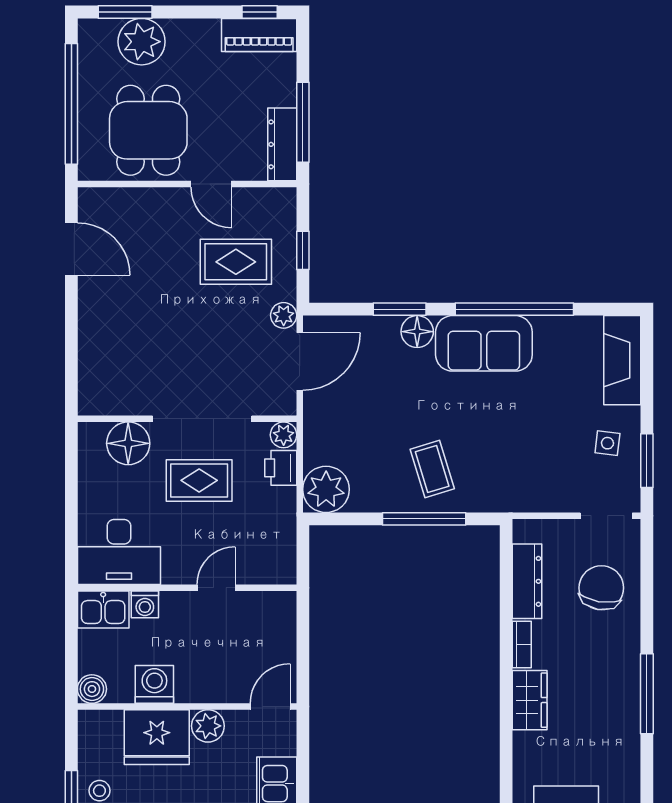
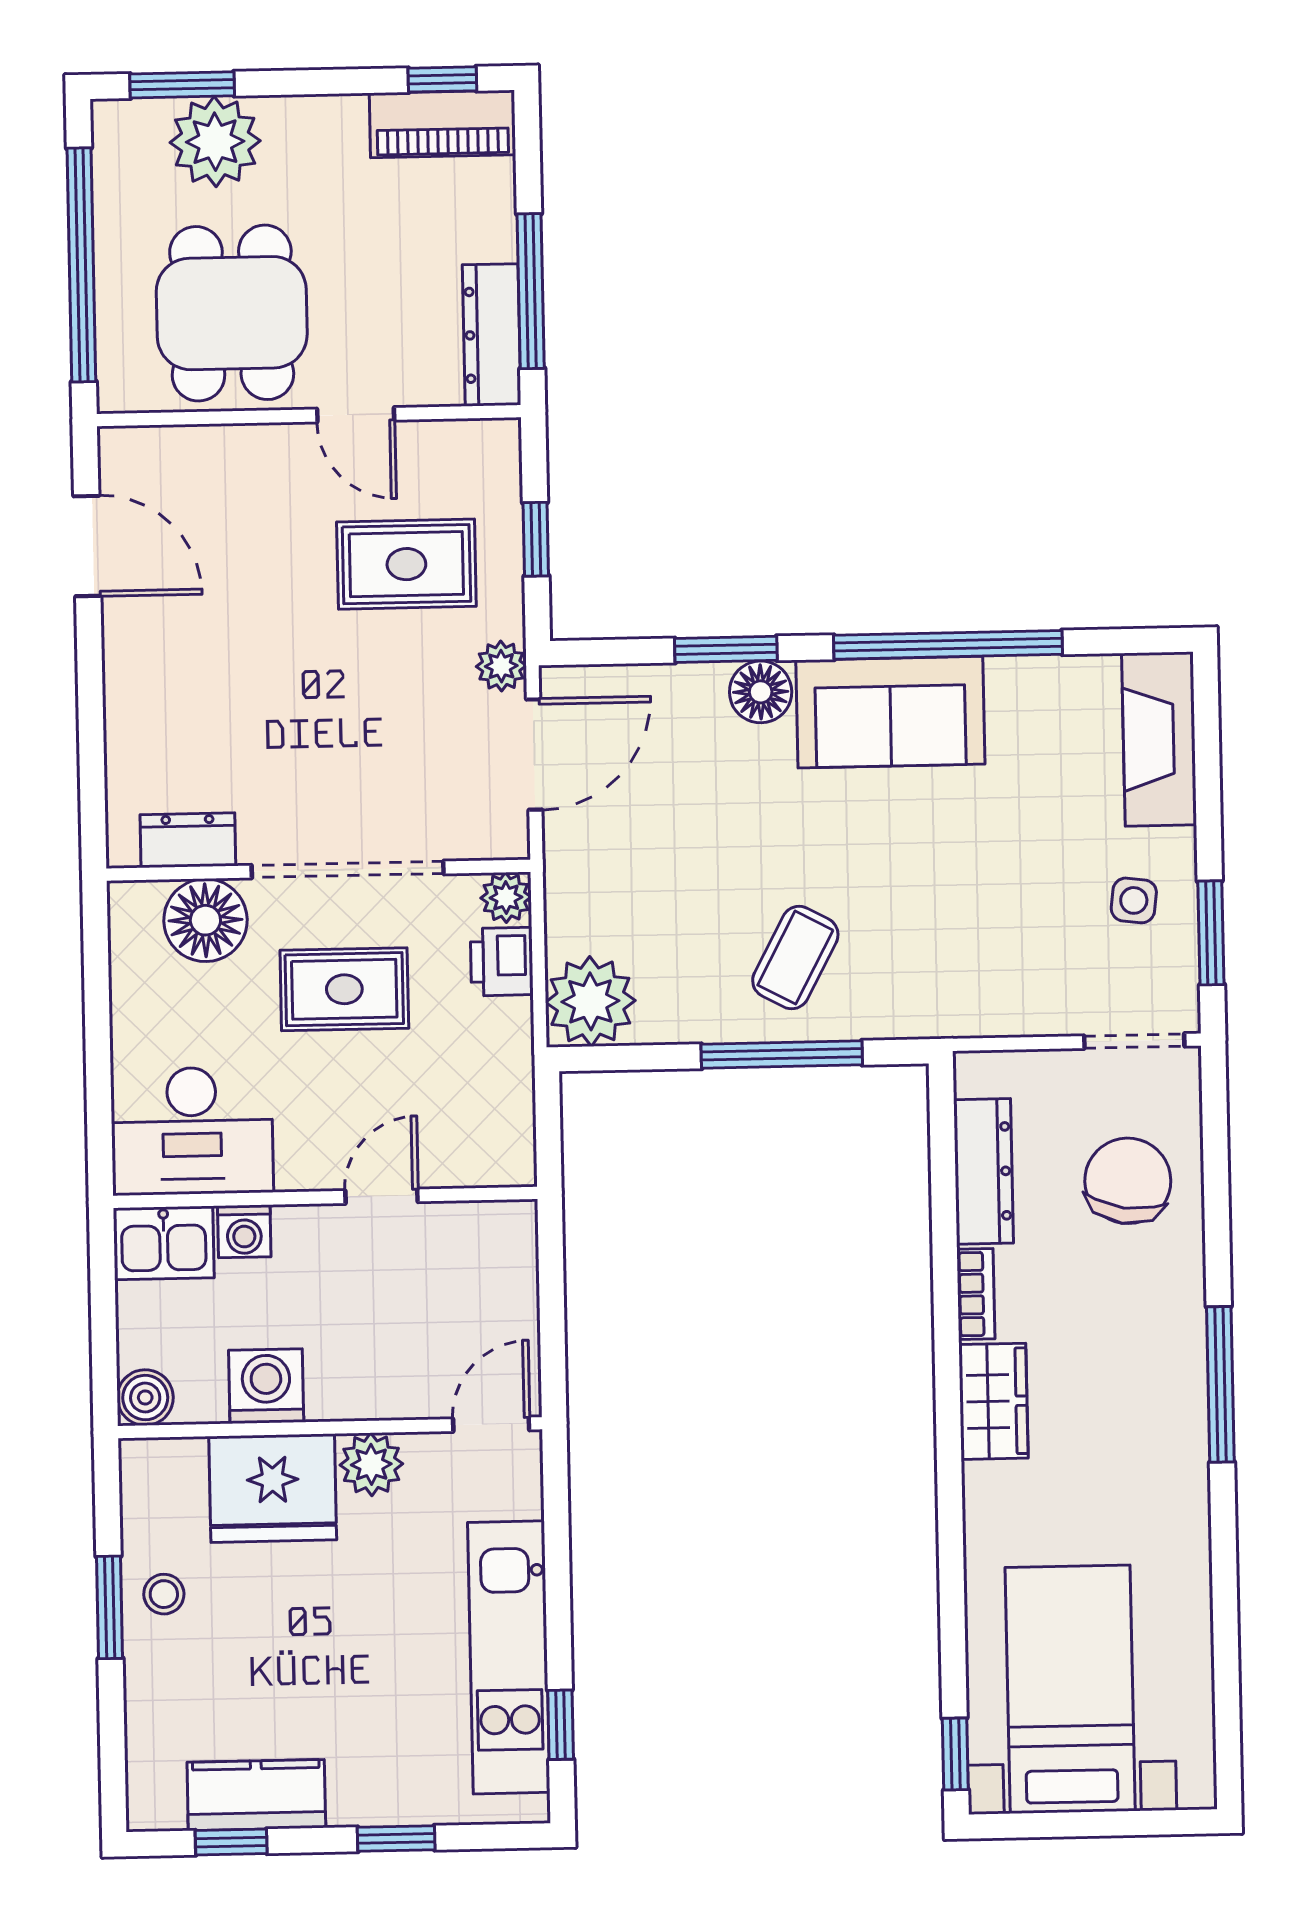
dresser: (120, 402) -> (188, 840), added
coffee table: (432, 469) -> (795, 958), turned 45

